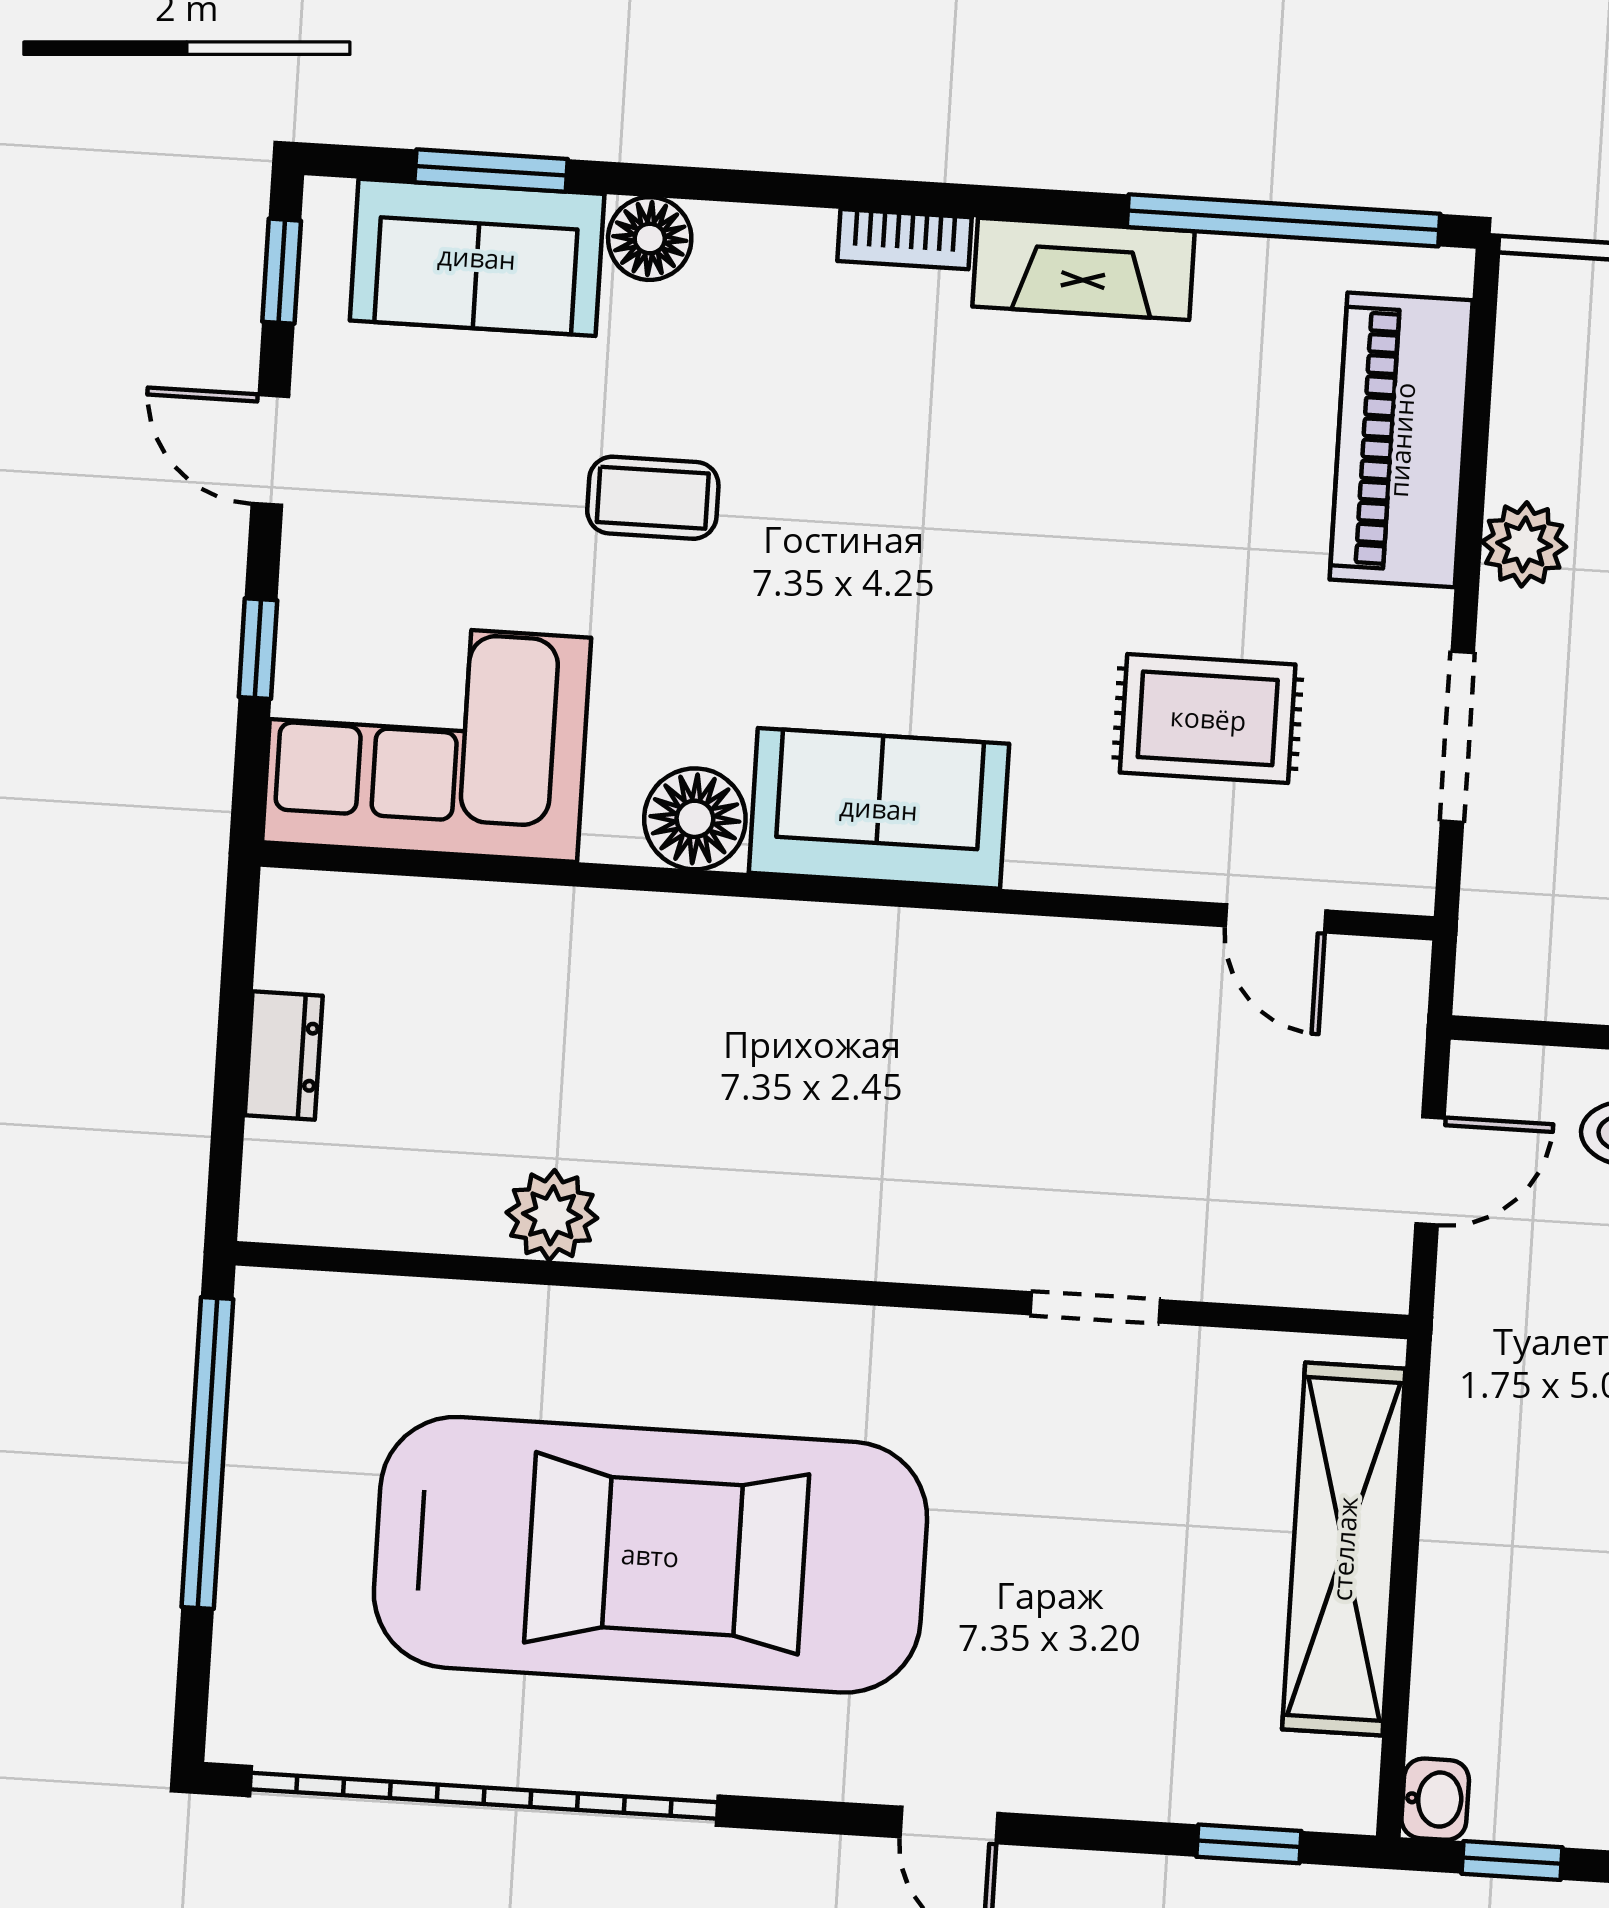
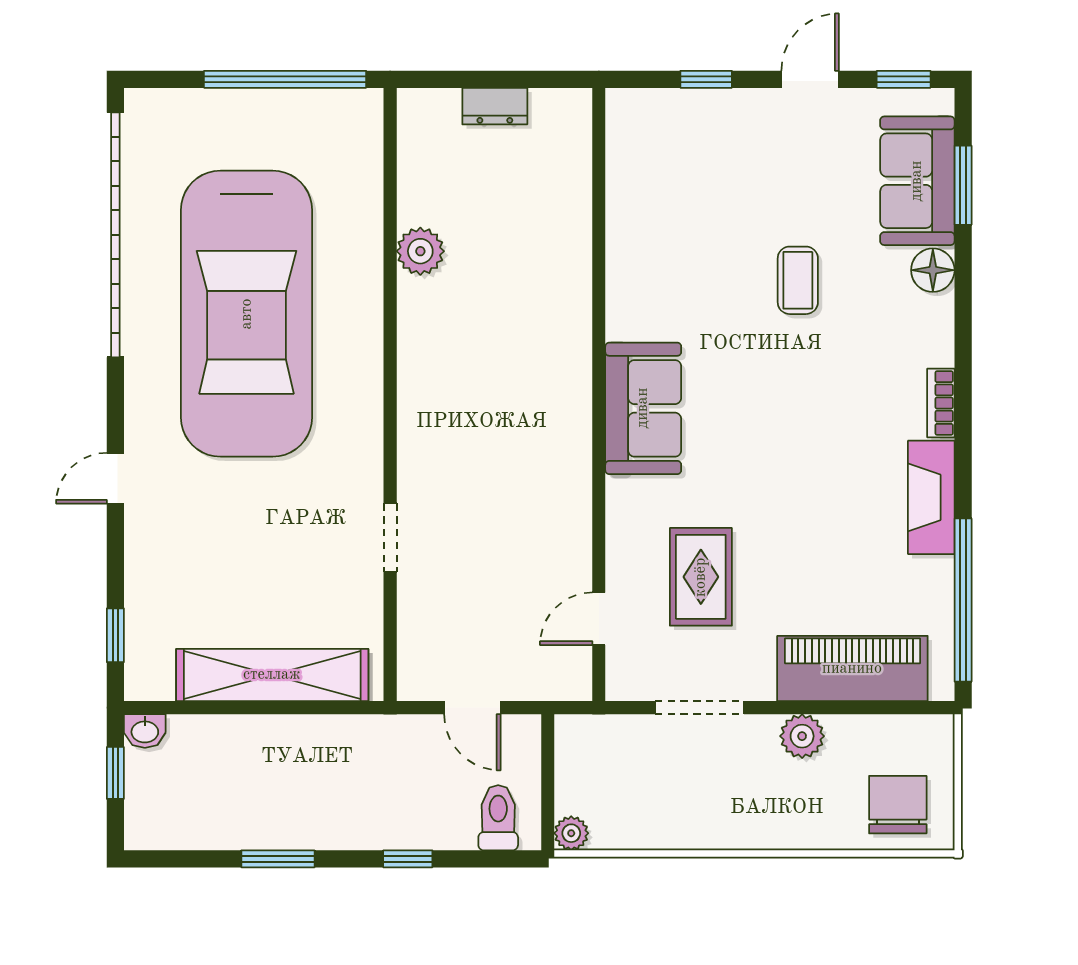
corner sofa: (427, 740) -> (664, 170), removed
floor lamp: (695, 819) -> (632, 313), removed

